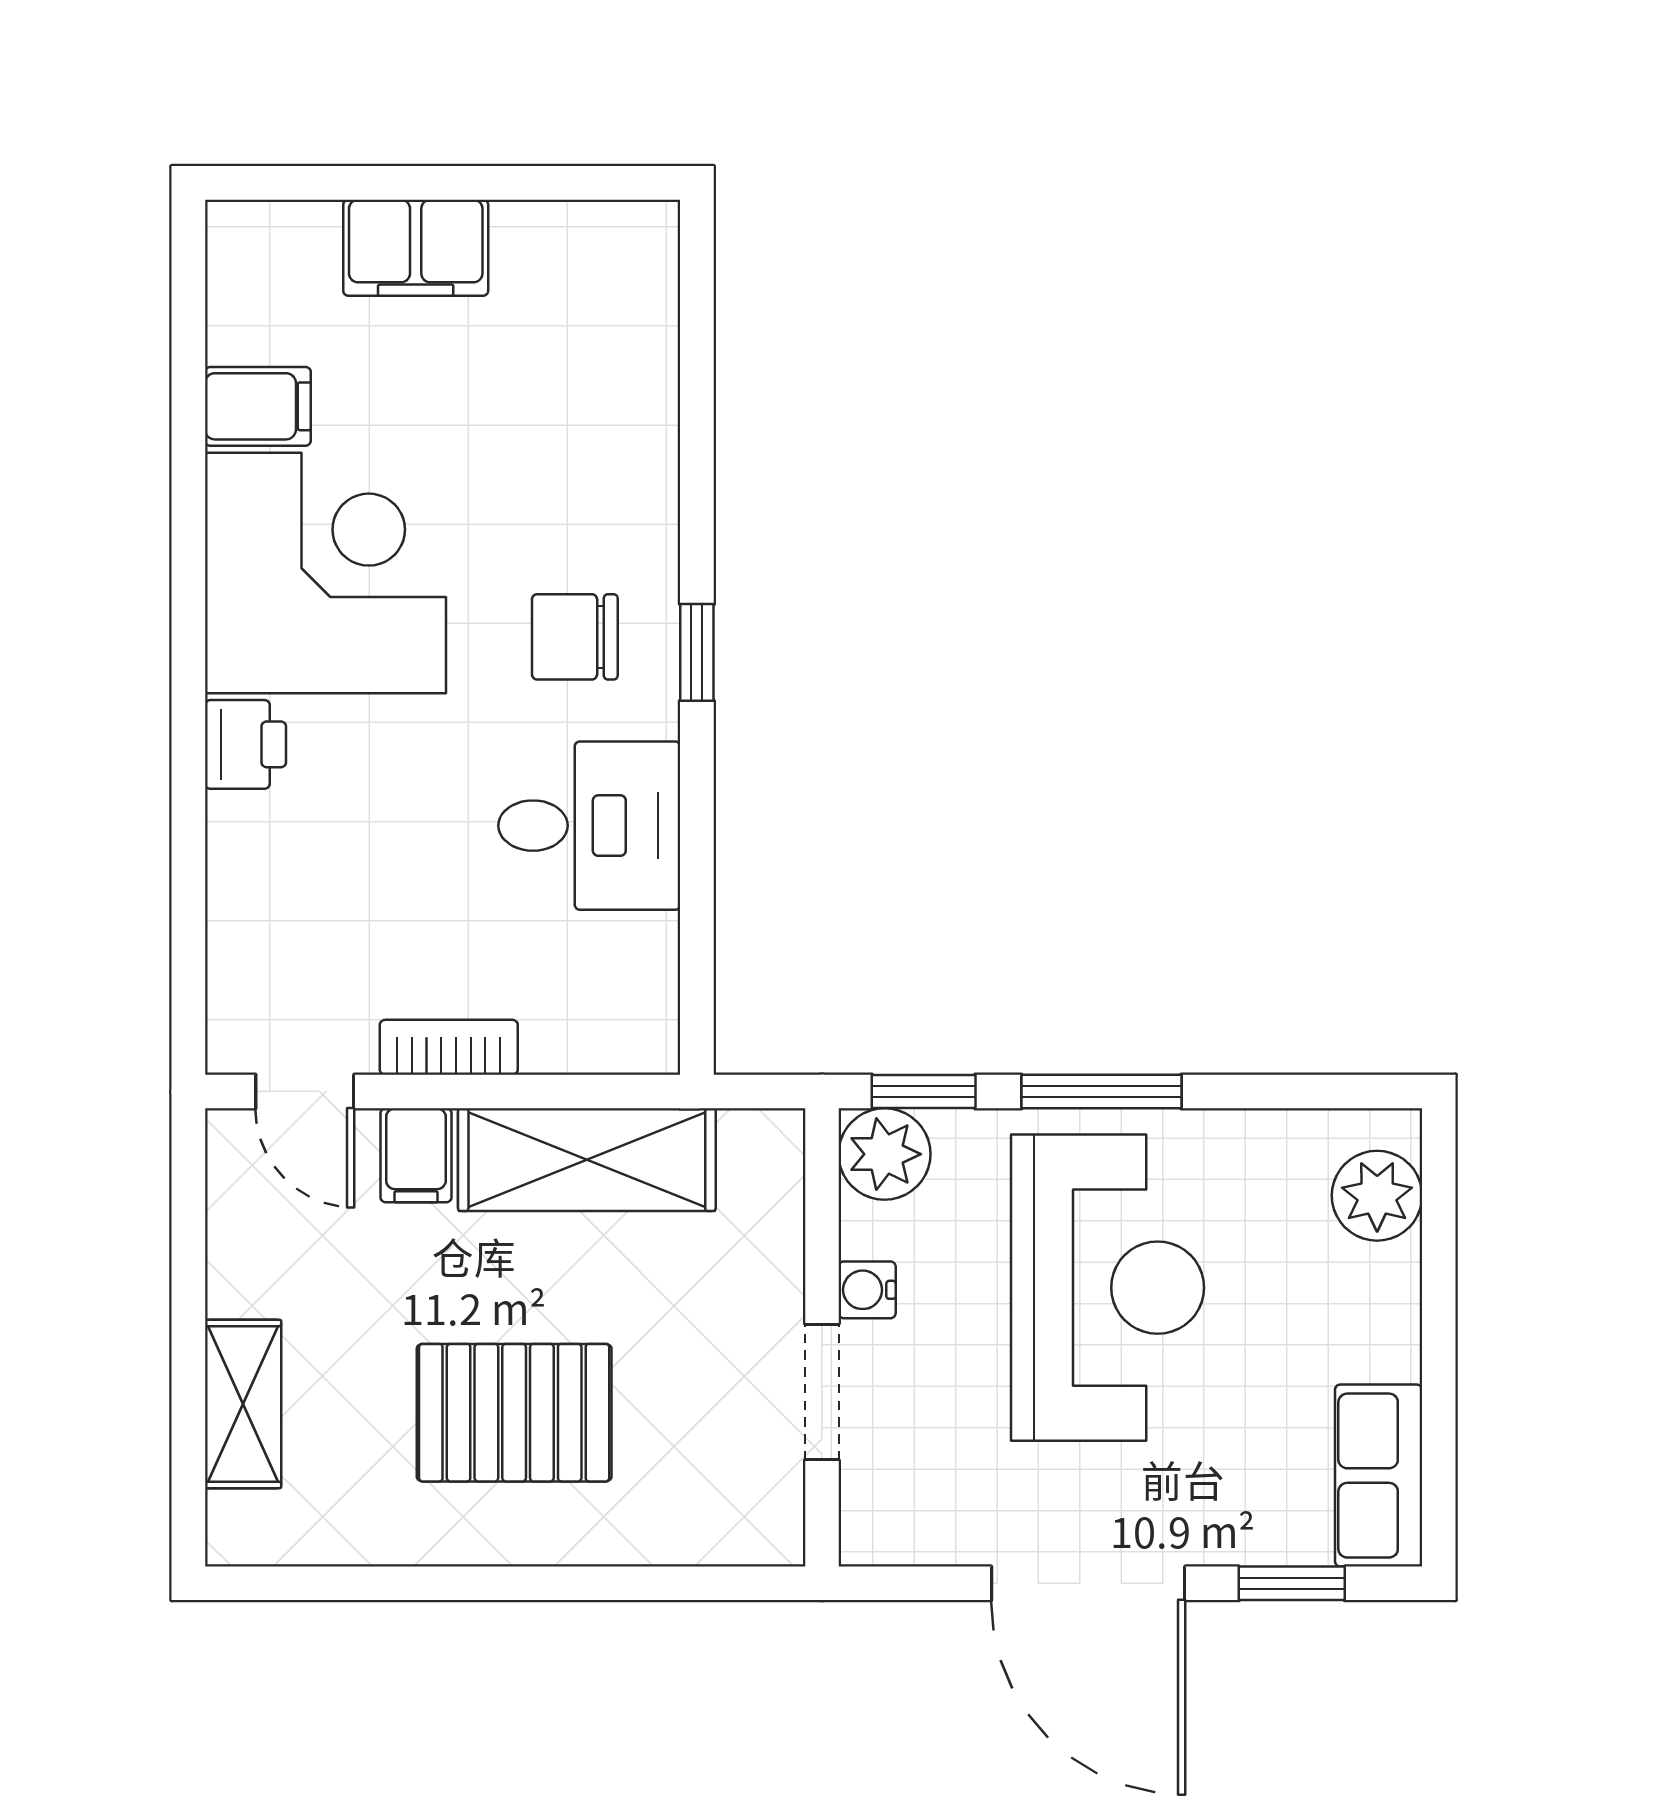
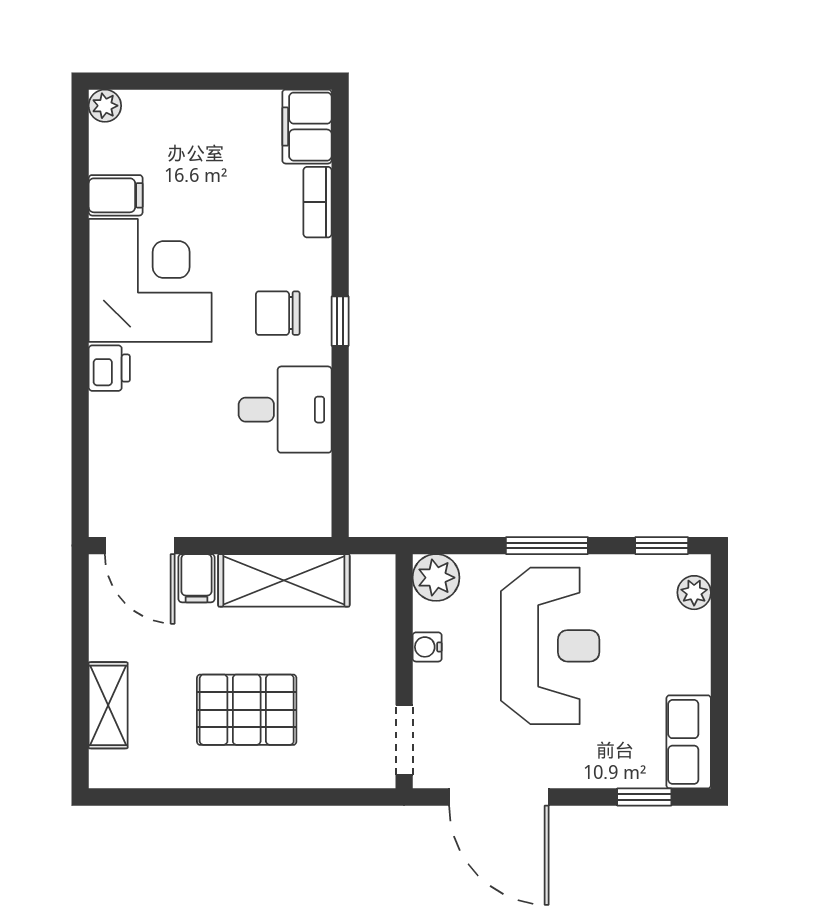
plant: (237, 231) -> (105, 106), added
filing cabinet: (416, 248) -> (307, 127), moved, turned 90
bookcase: (449, 1047) -> (318, 202), moved, turned -90
door: (305, 1091) -> (140, 546), width x1.37
window: (924, 1091) -> (662, 546), moved
plant: (1377, 1196) -> (694, 593), width x0.73, depth x0.73
doorway: (822, 1392) -> (404, 740), moved
door: (1088, 1583) -> (499, 797), moved

